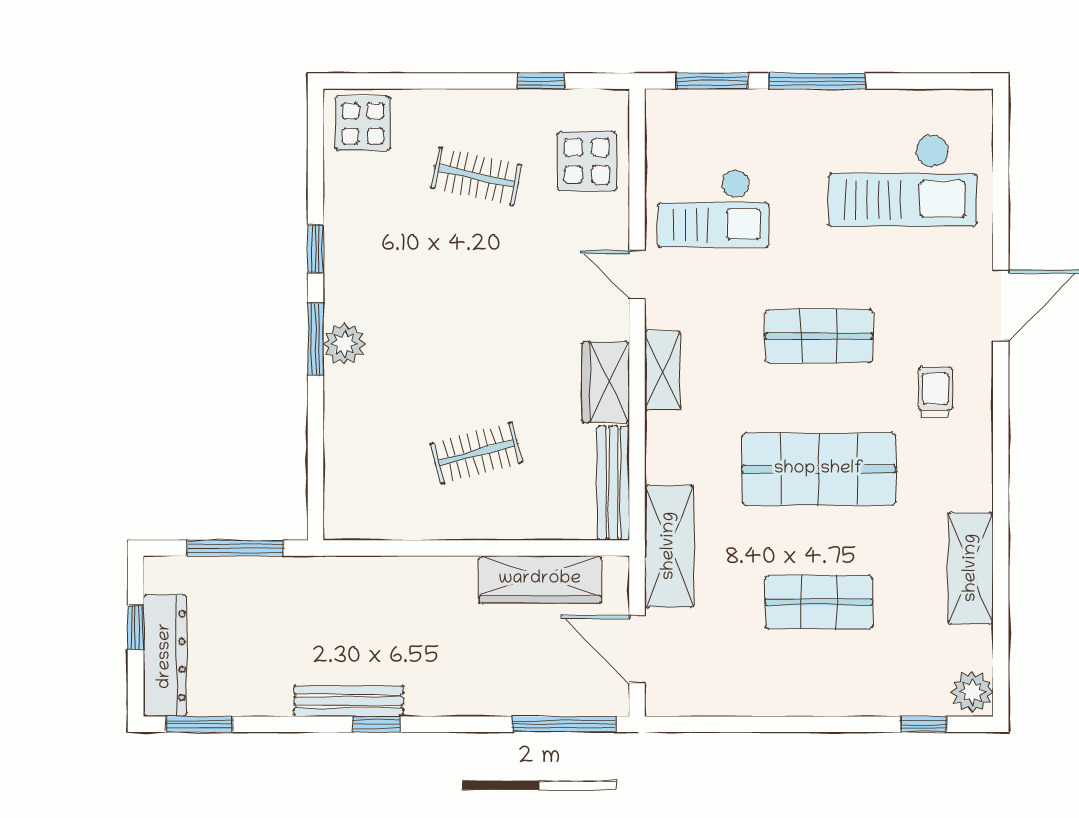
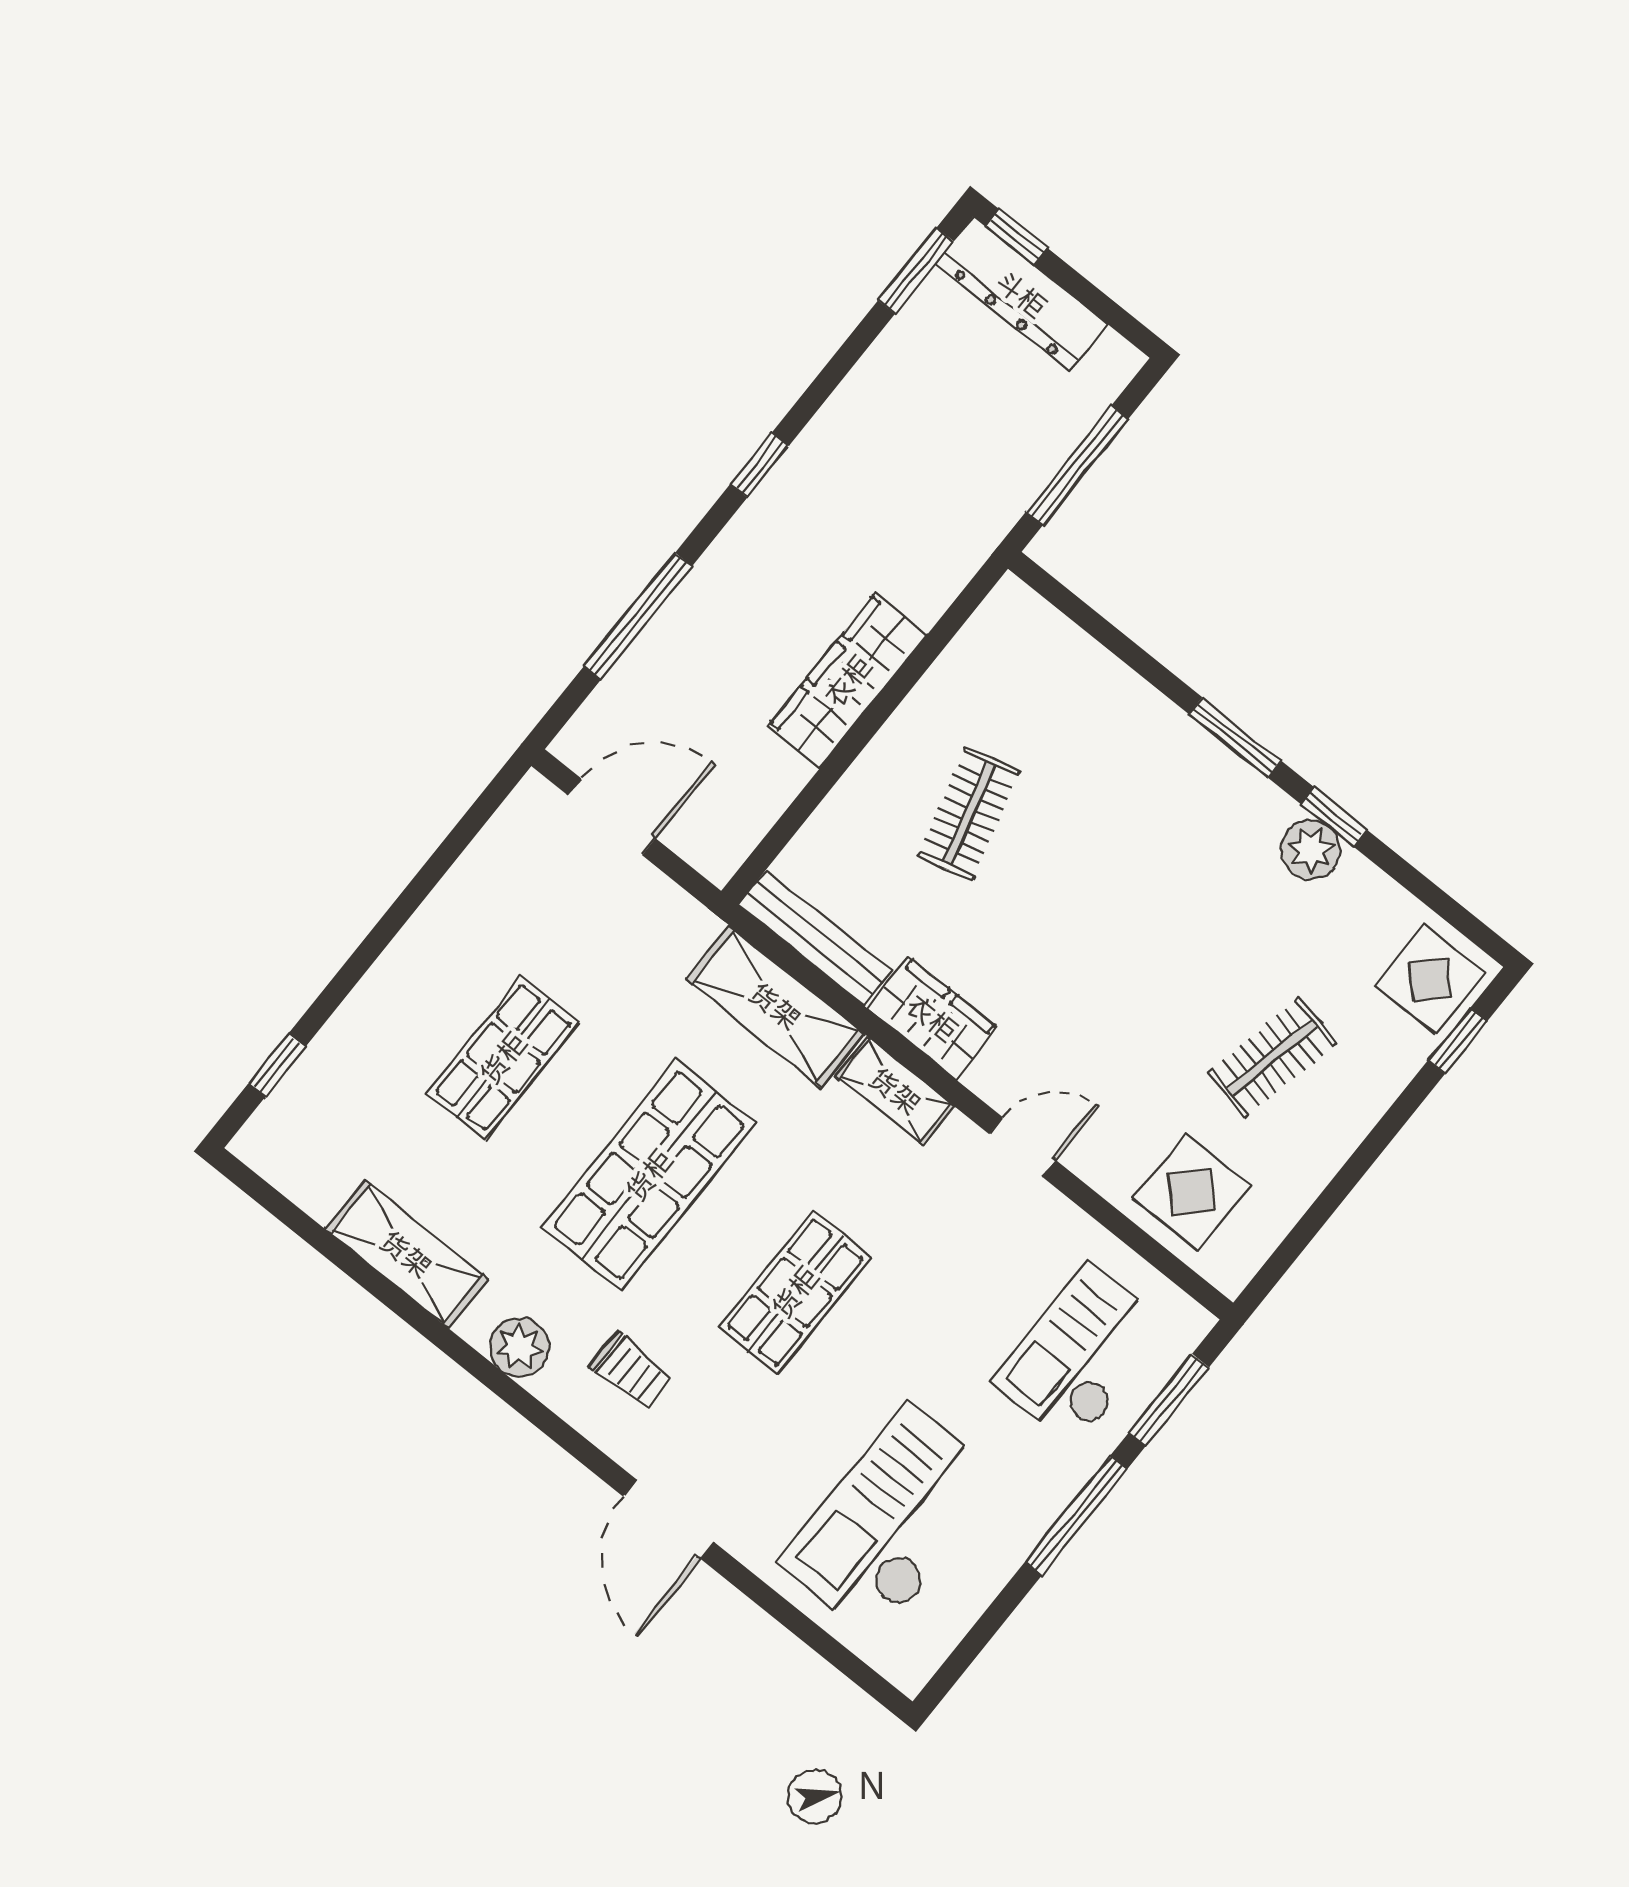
window: (541, 81) -> (1457, 1041), moved
checkout: (713, 209) -> (1081, 1355), moved
plant: (344, 344) -> (1311, 850), moved
shelving: (669, 546) -> (775, 1006), moved
wardrobe: (540, 579) -> (848, 681), moved
window: (136, 627) -> (1017, 237), moved
plant: (972, 692) -> (519, 1347), moved
bench: (349, 701) -> (809, 455), removed
window: (564, 724) -> (638, 616), moved

